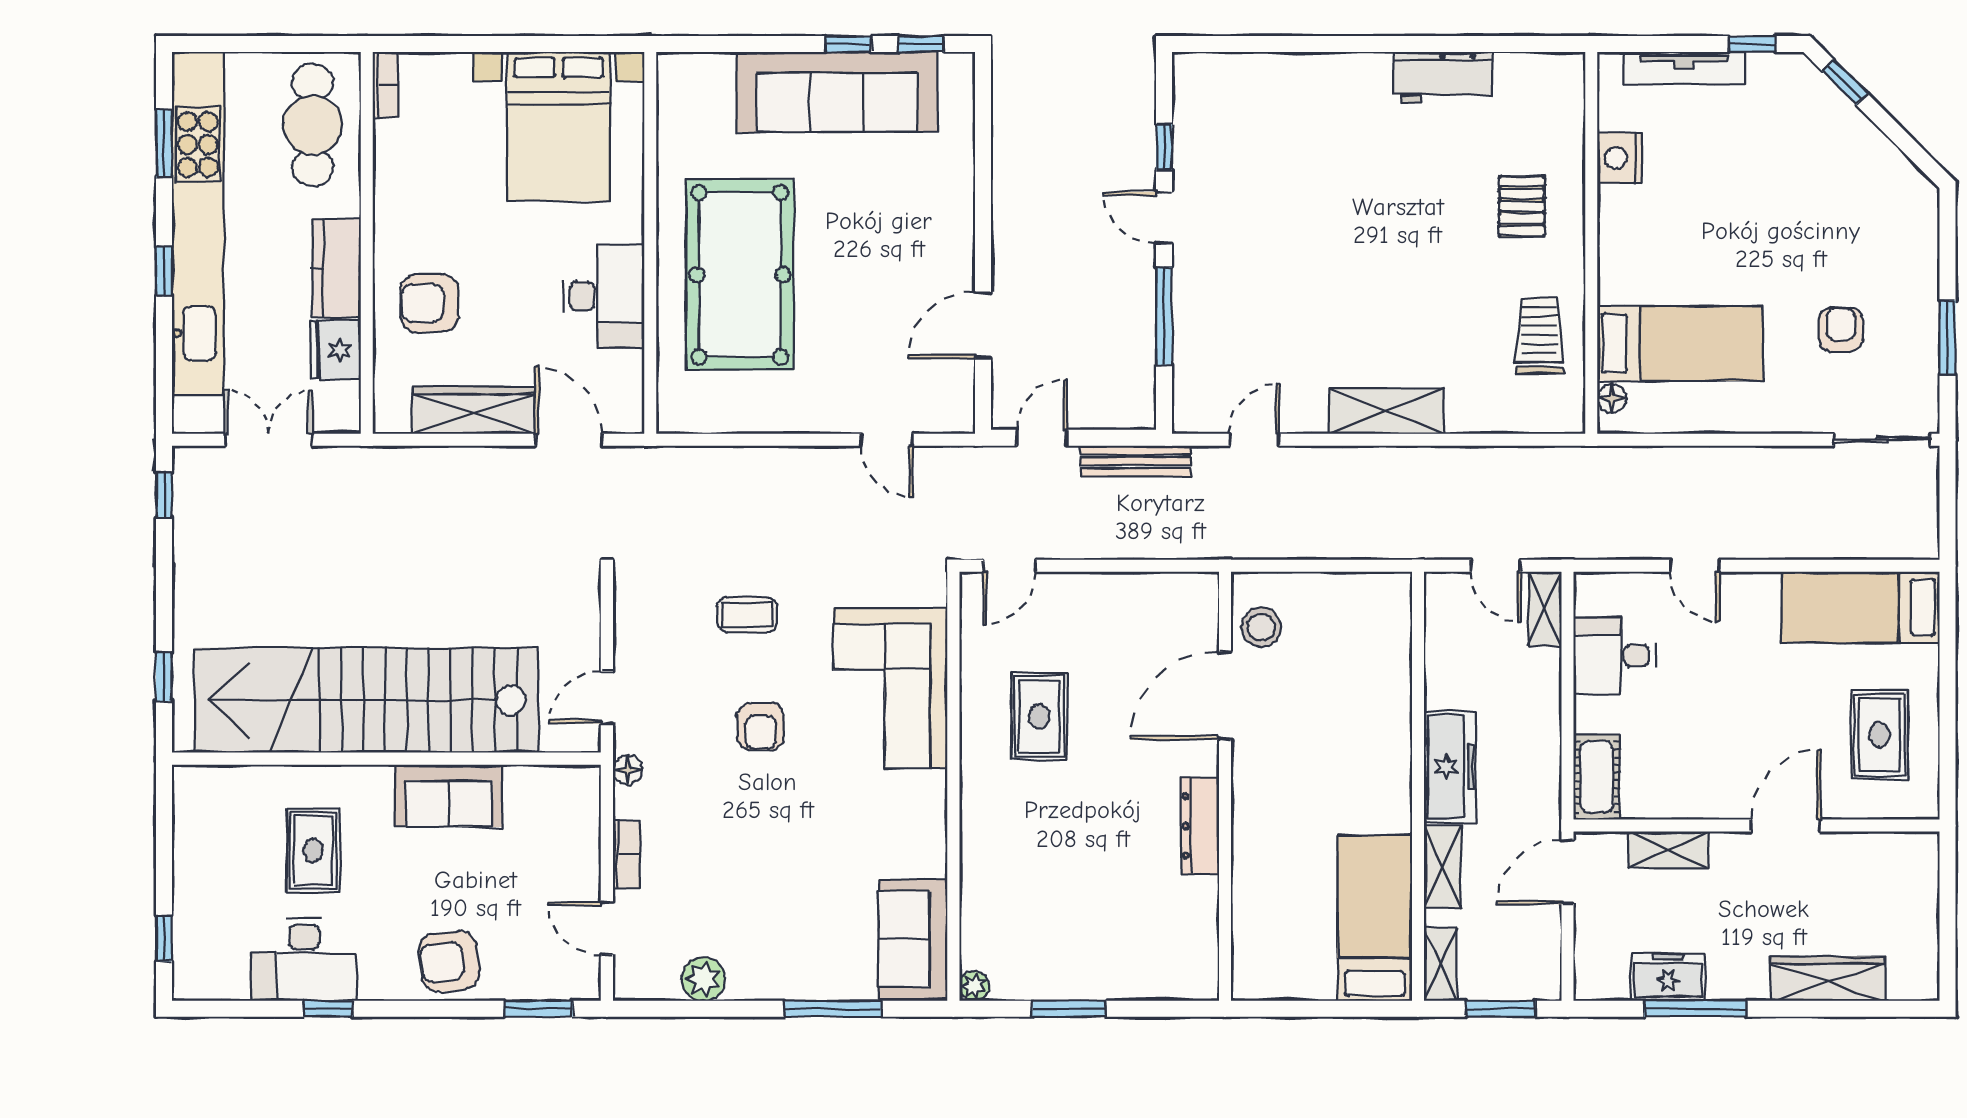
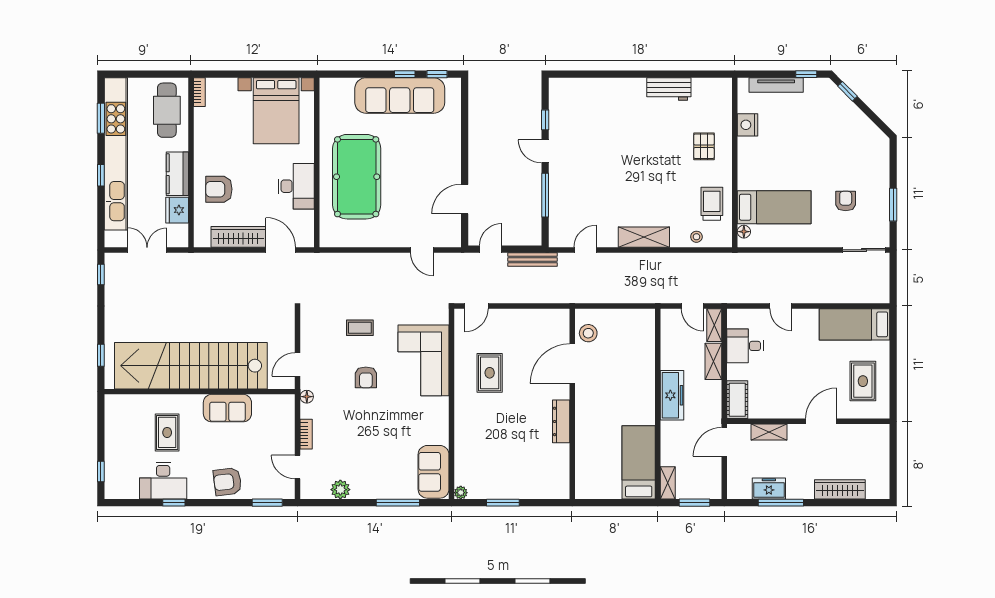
stool: (1505, 410) -> (696, 237), added
shelving: (1442, 867) -> (713, 361), moved

